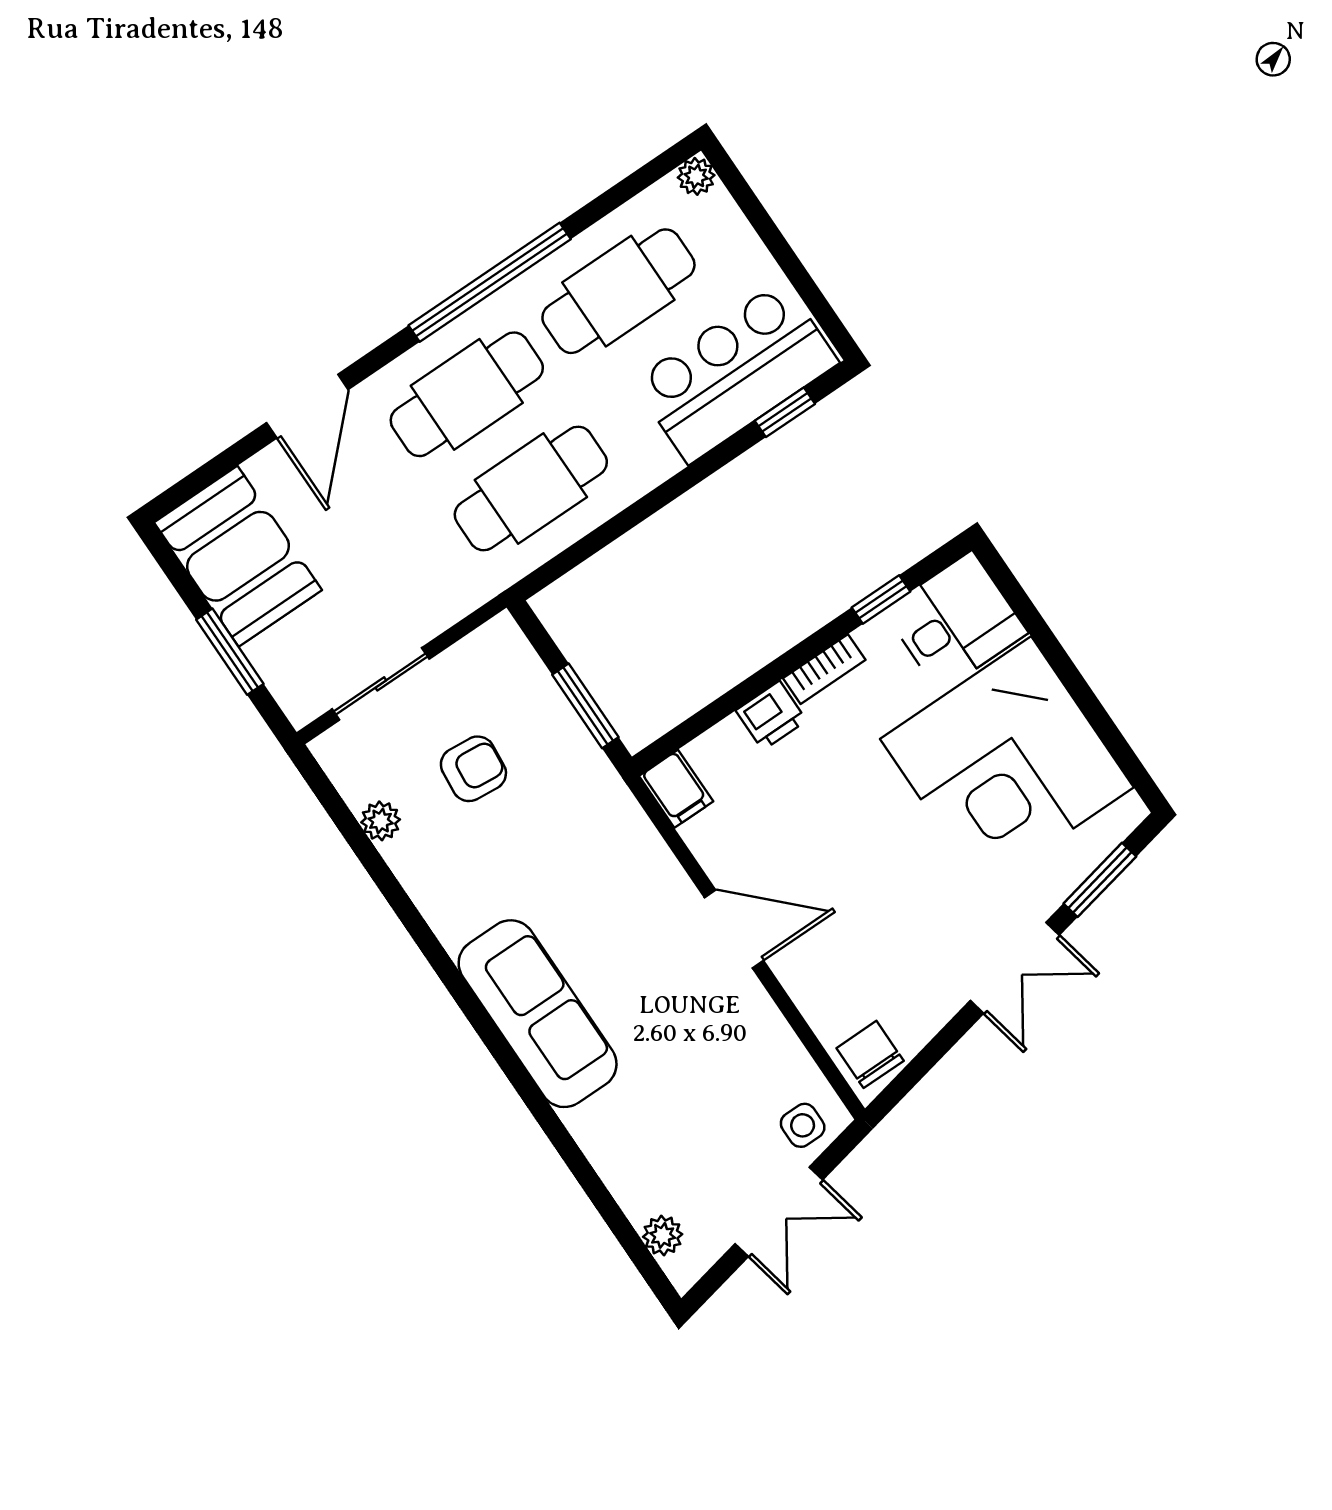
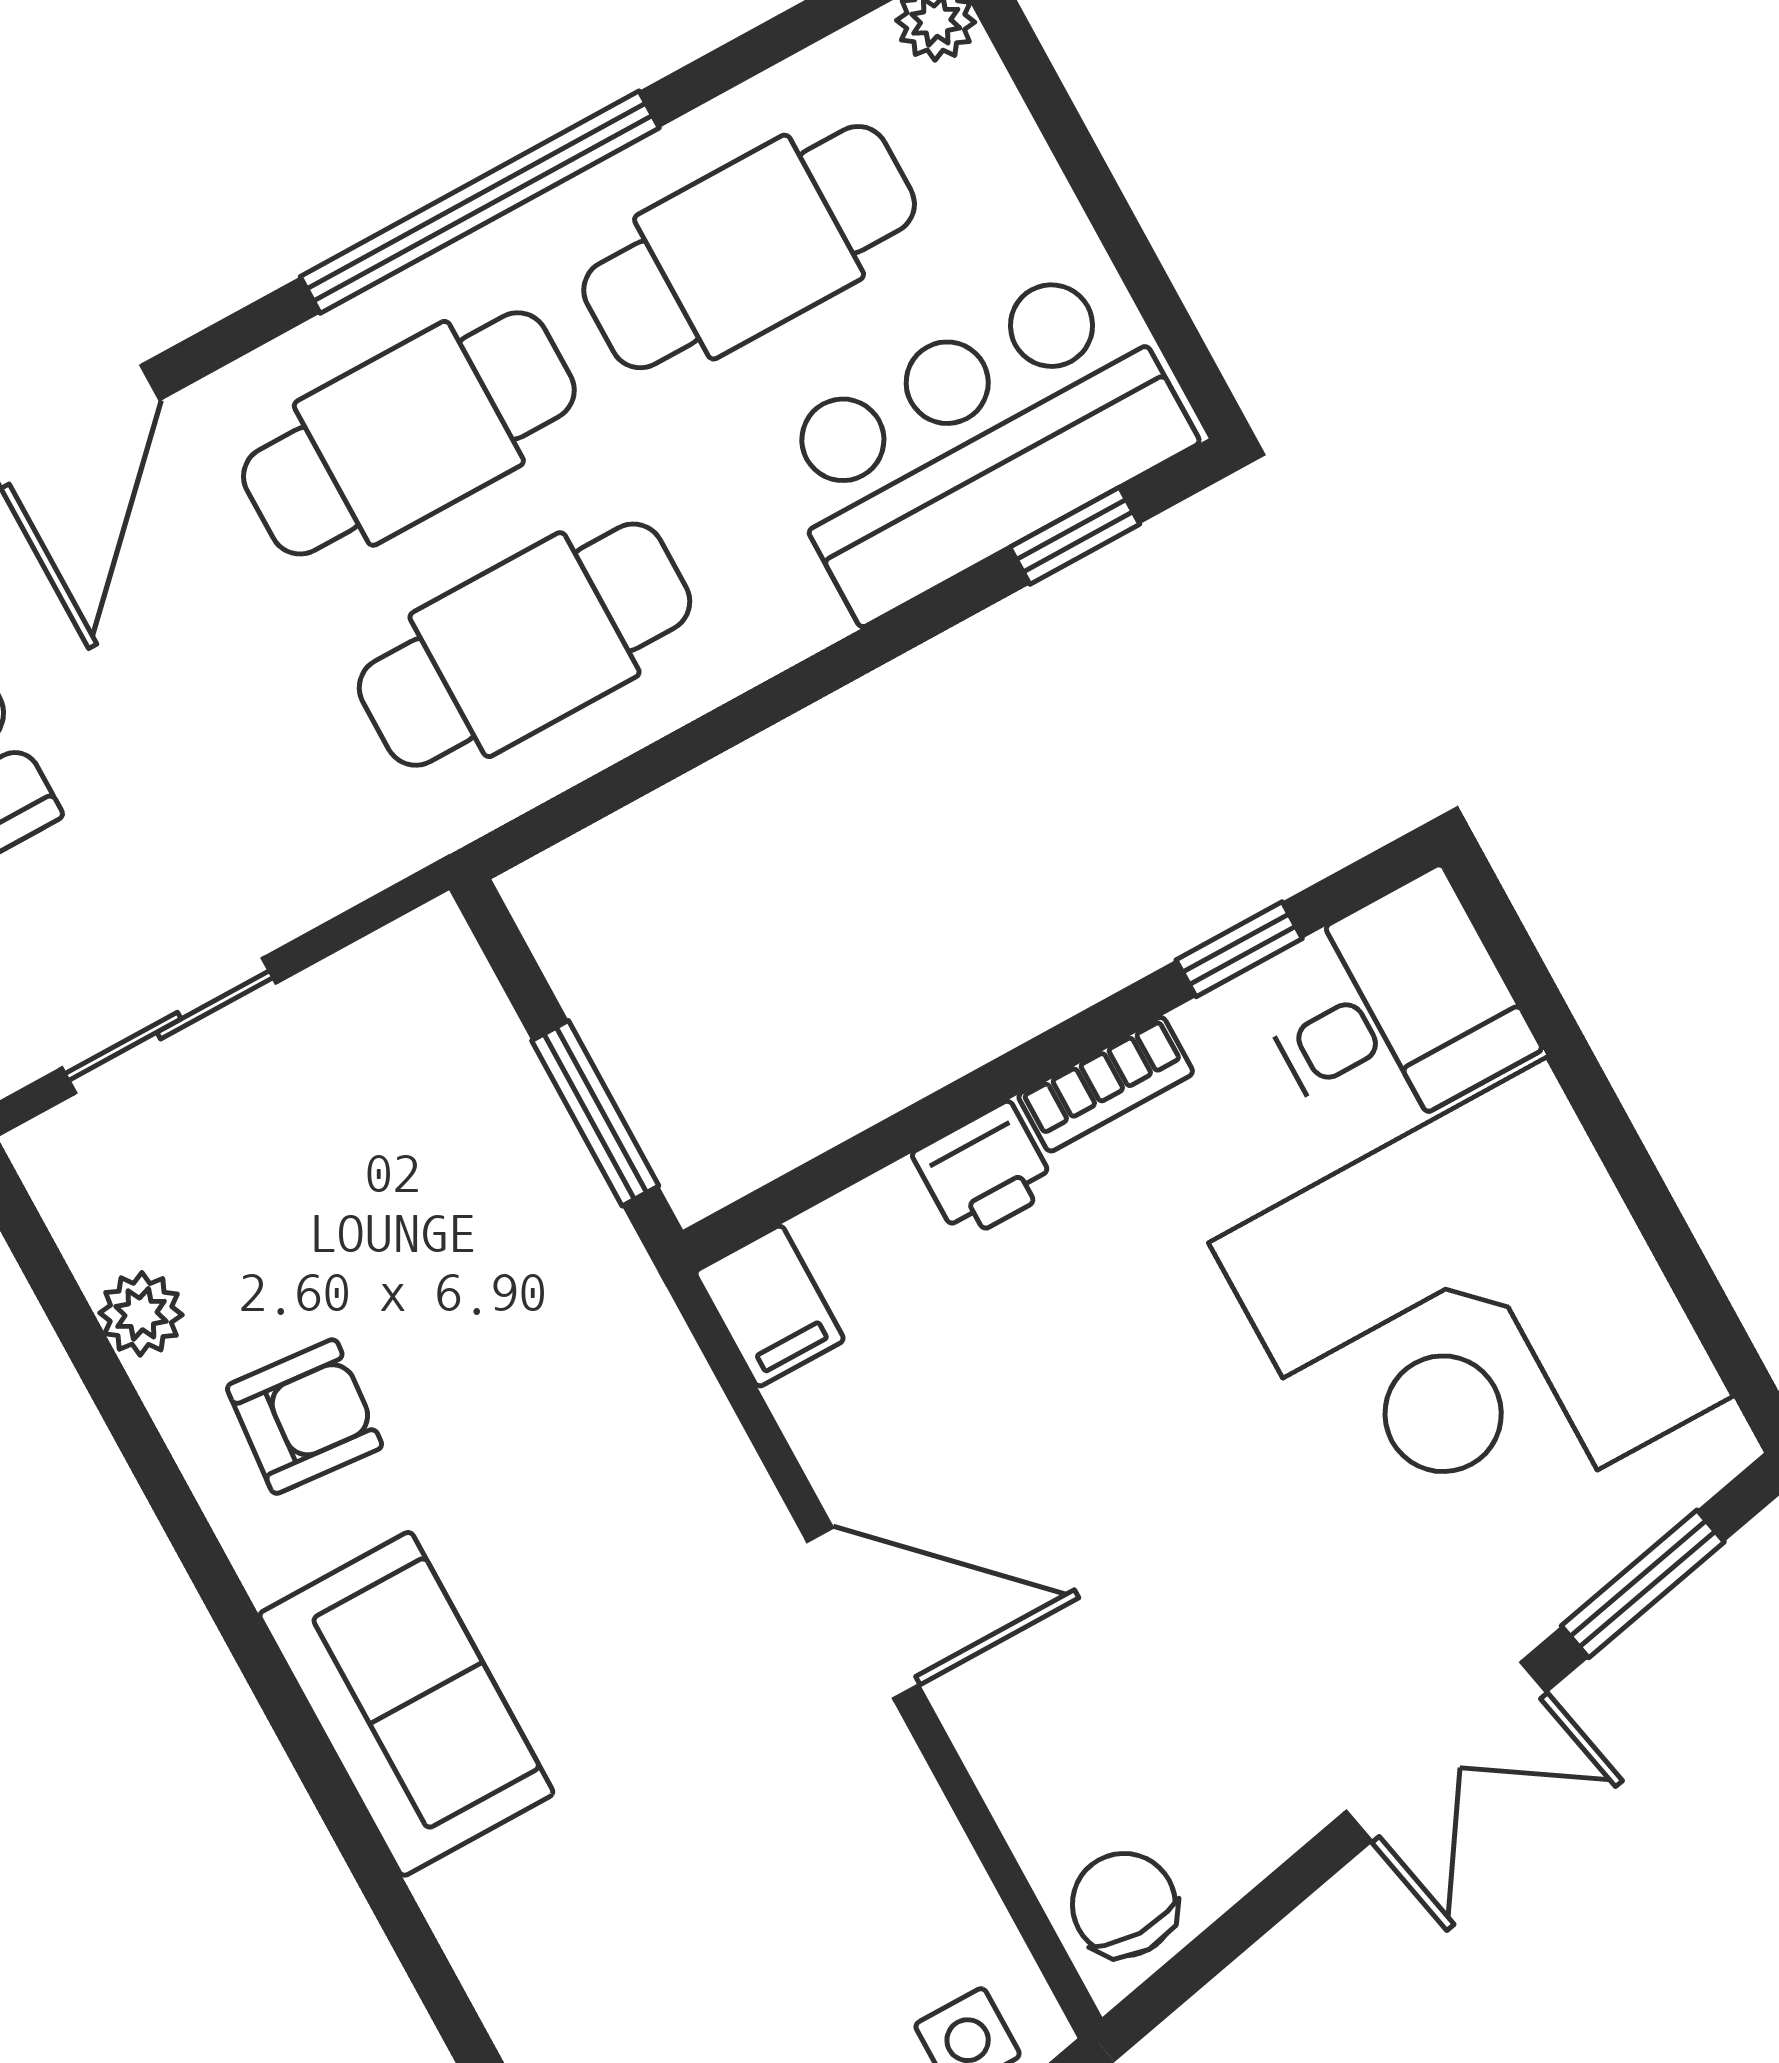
armchair: (473, 769) -> (305, 1417), moved
sofa: (538, 1014) -> (406, 1704), width x0.73

